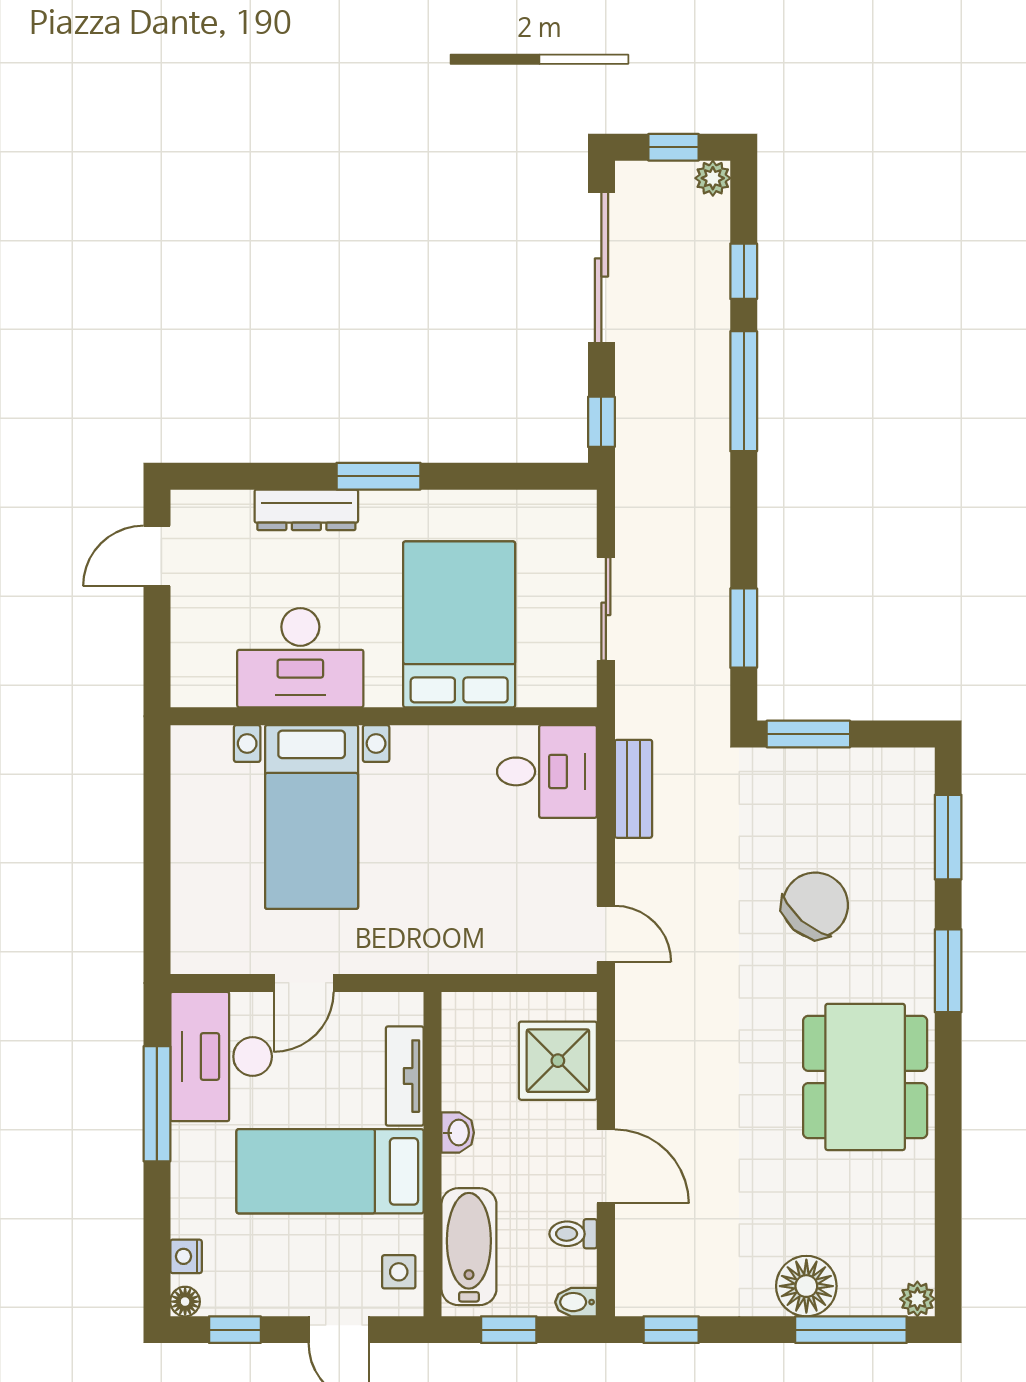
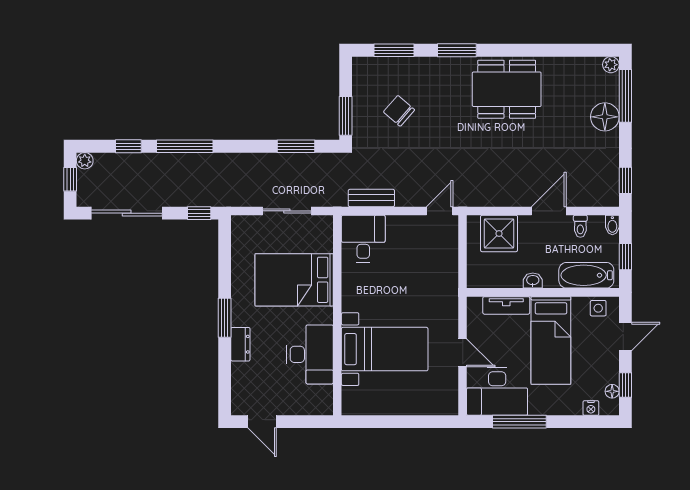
dresser: (306, 510) -> (240, 344), width x0.70
chair: (815, 905) -> (399, 111), moved, width x0.73, depth x0.73
floor lamp: (185, 1302) -> (612, 391), moved

